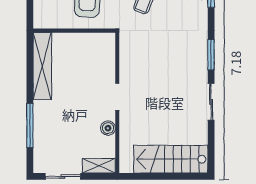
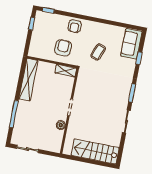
shelving: (99, 166) -> (66, 71), moved

